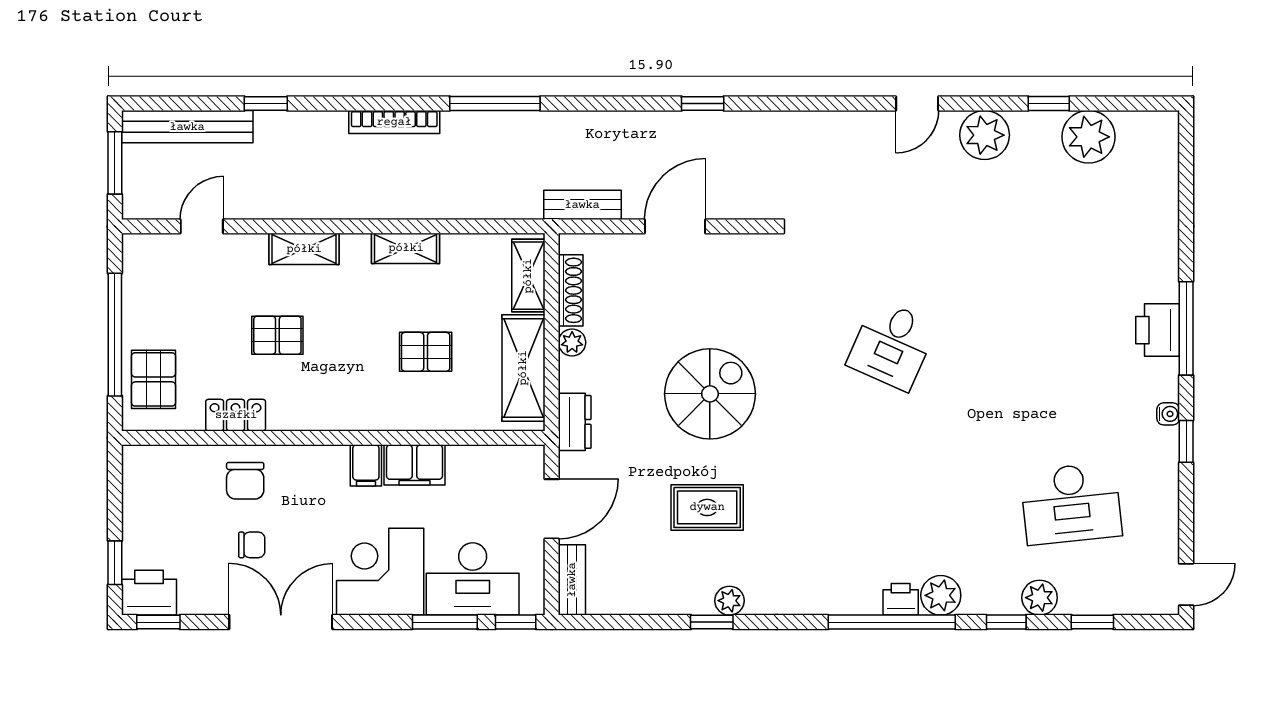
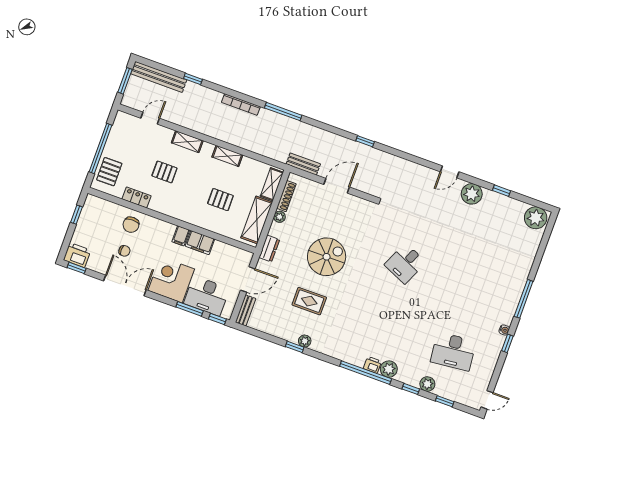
plant: (1089, 137) -> (536, 218), moved
printer: (1158, 330) -> (512, 295), removed
window: (115, 563) -> (77, 215), moved

